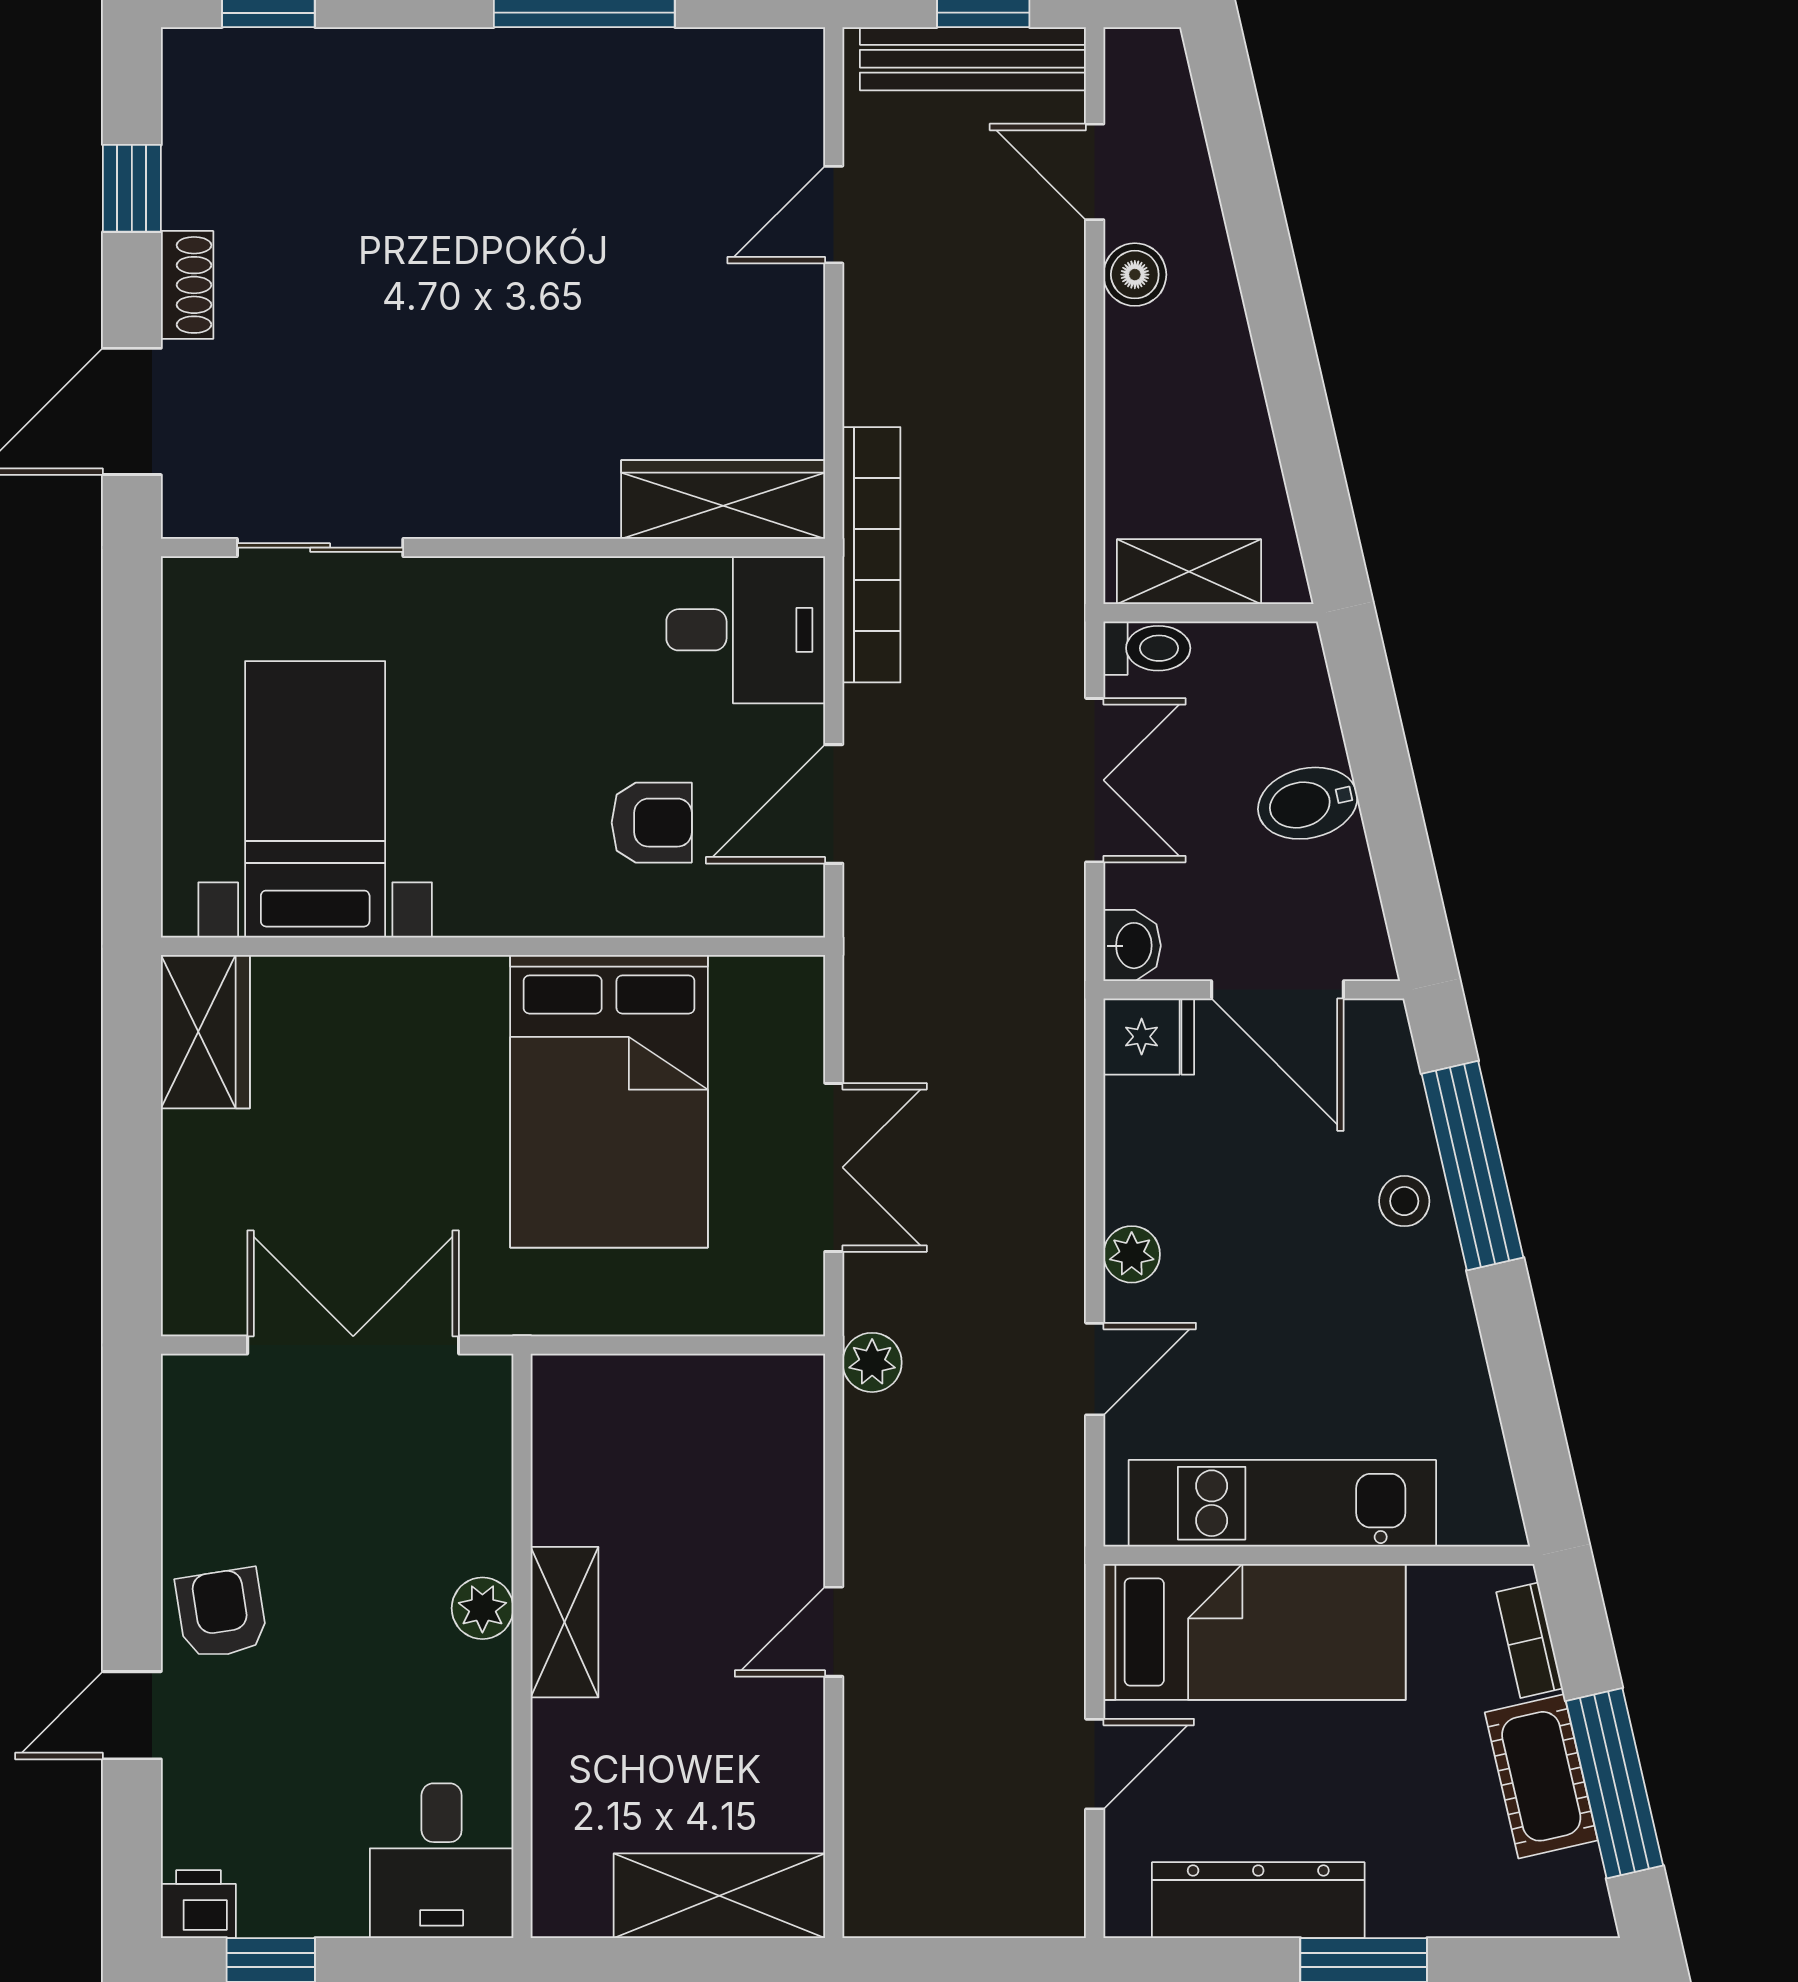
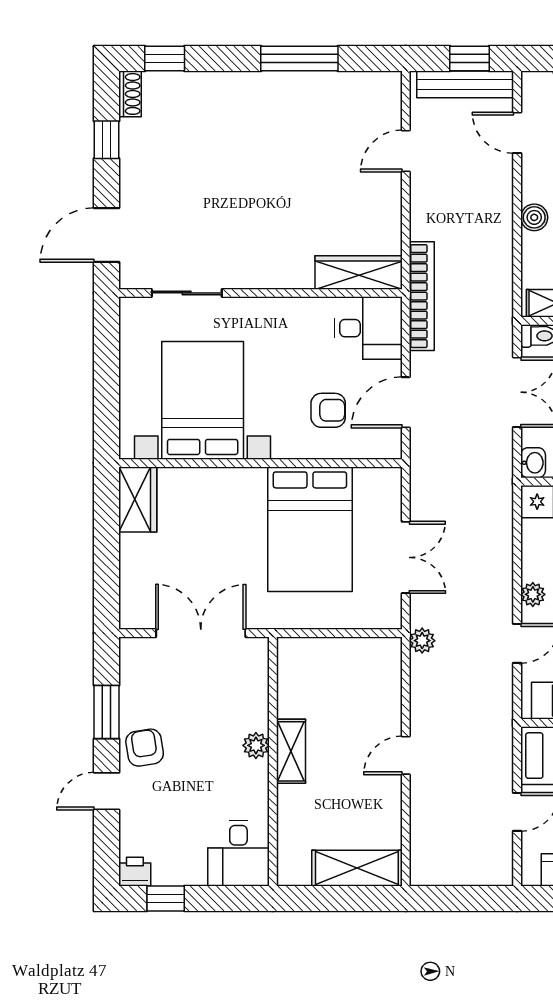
boiler: (1135, 275) -> (534, 217), moved
shoe rack: (187, 285) -> (130, 94), moved
bed with nightstands: (315, 799) -> (203, 400), width x1.36
window: (132, 1530) -> (106, 712), added

